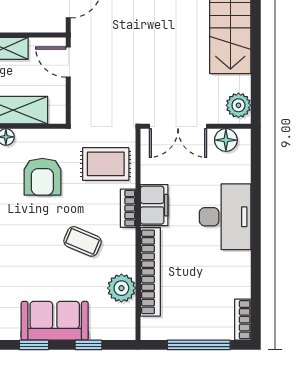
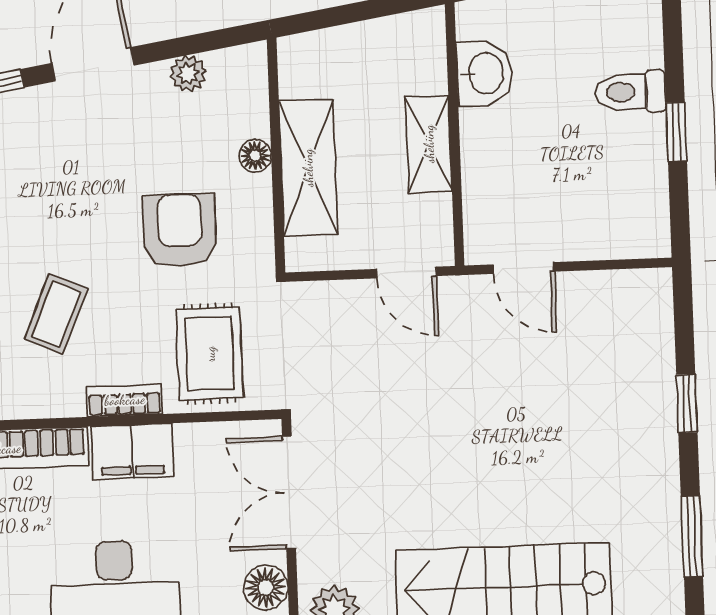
door: (68, 62) -> (407, 272), swing flipped
armchair: (42, 177) -> (180, 230), turned 90

